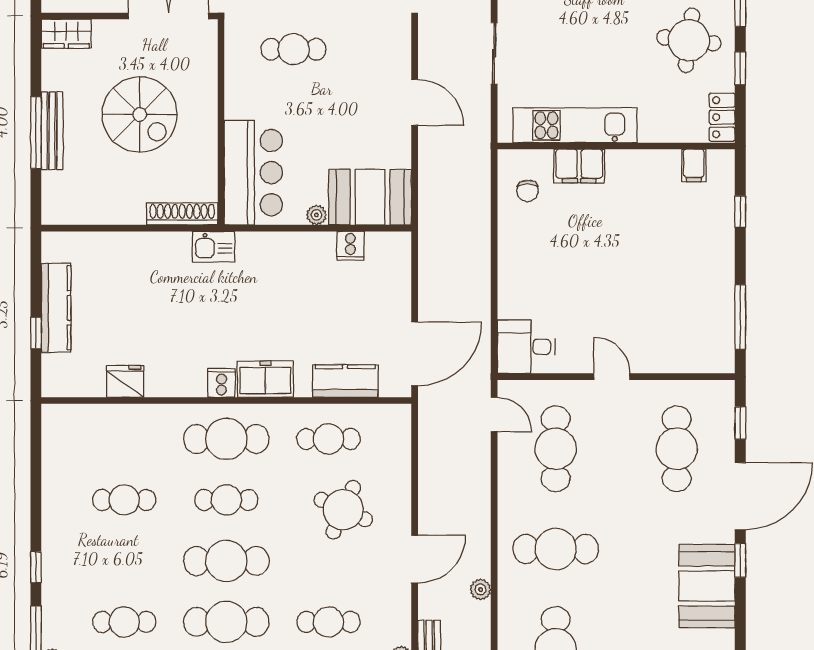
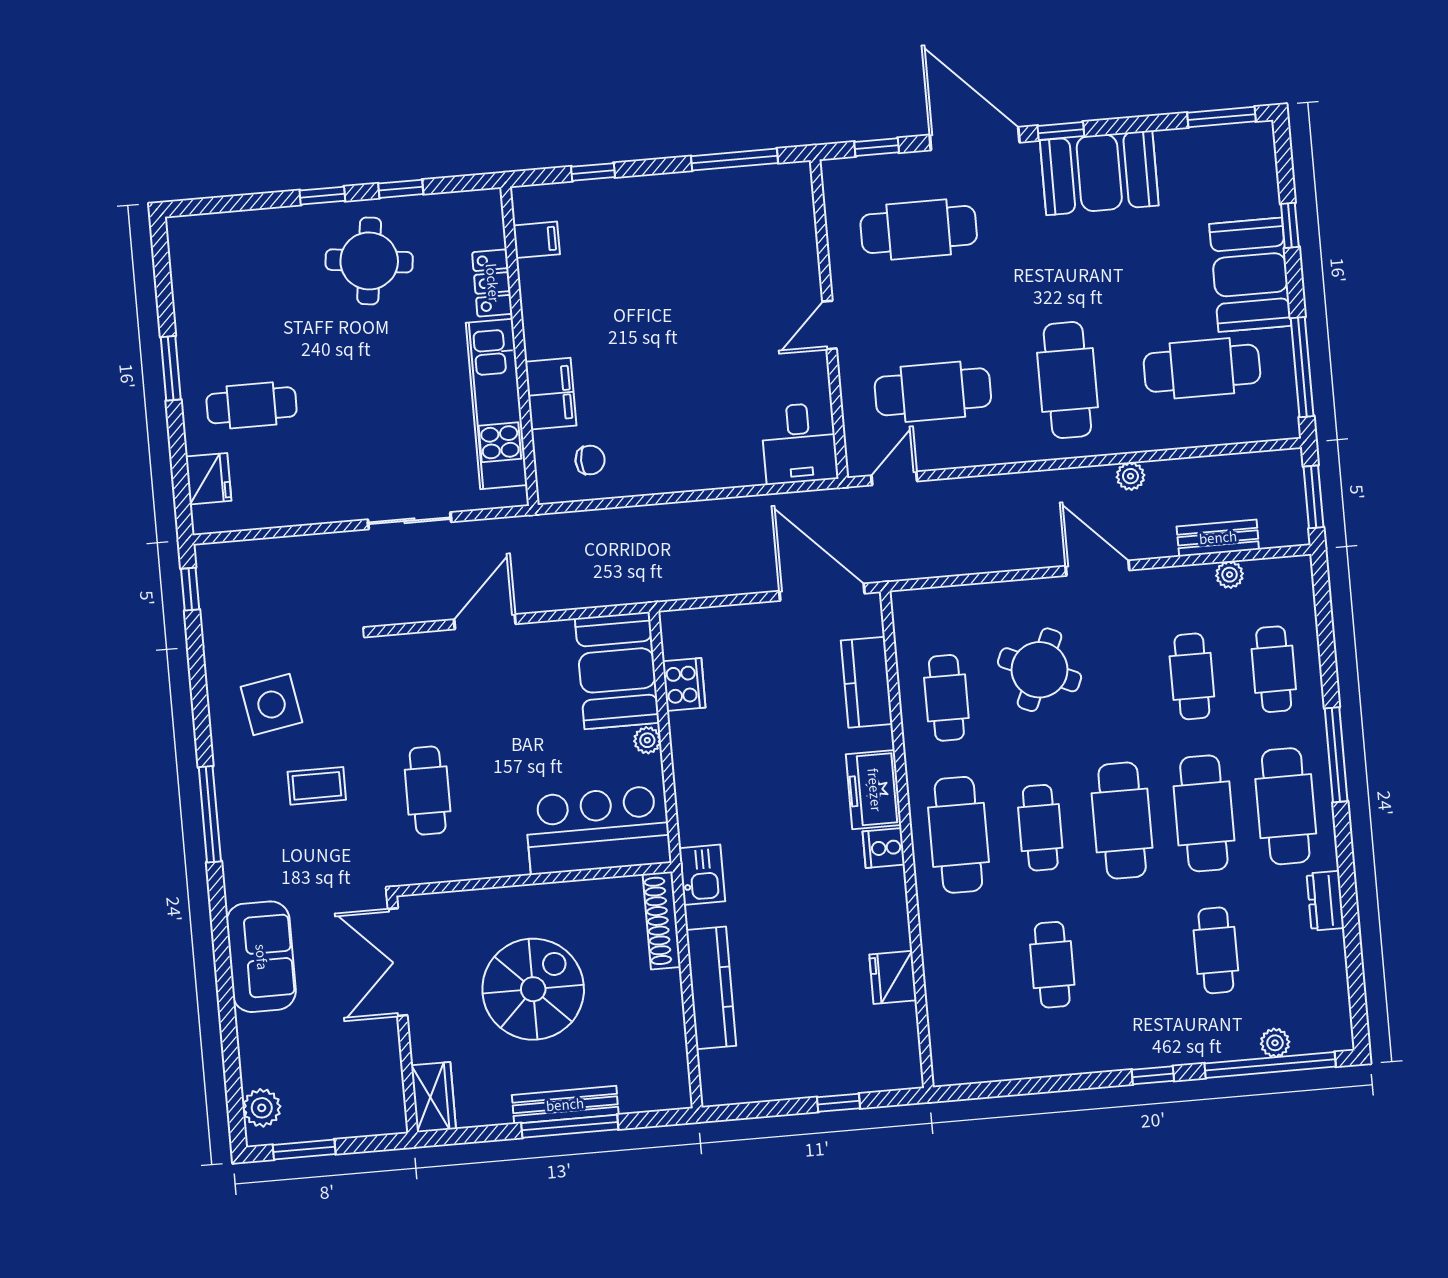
locker: (722, 117) -> (492, 283), moved, turned 90
cooker: (350, 246) -> (684, 684), width x1.36
kitchen counter: (56, 308) -> (711, 988), moved, turned 90

